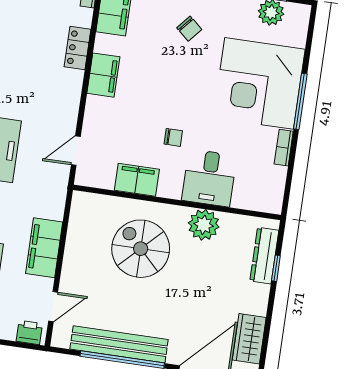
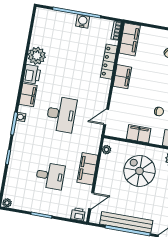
locker: (78, 48) -> (109, 62), width x1.53
plant: (78, 211) -> (106, 150), added

